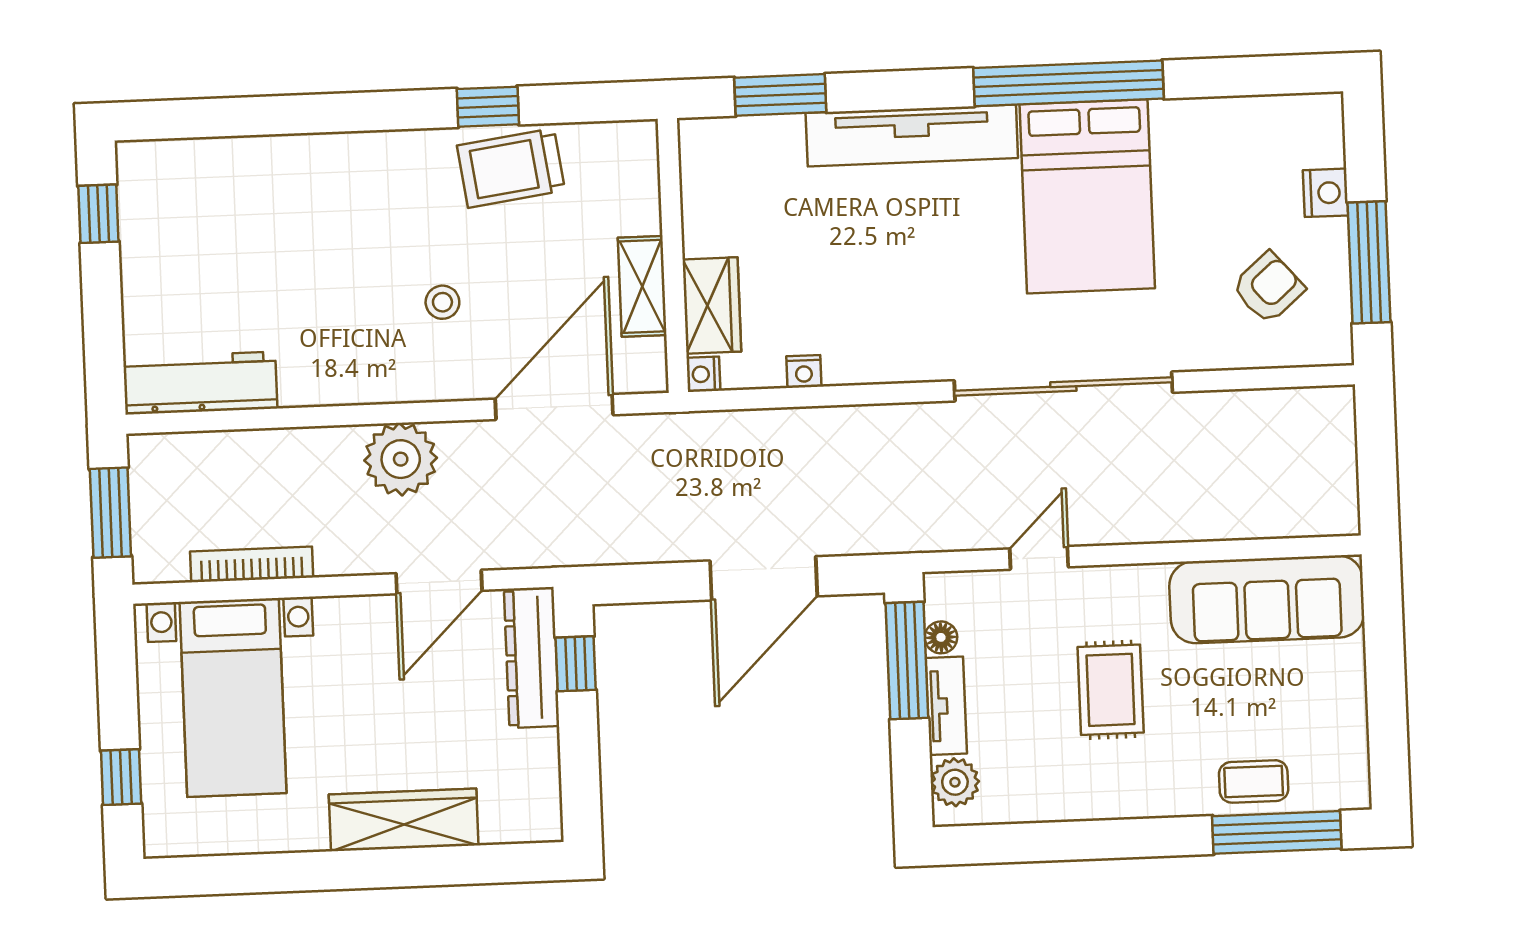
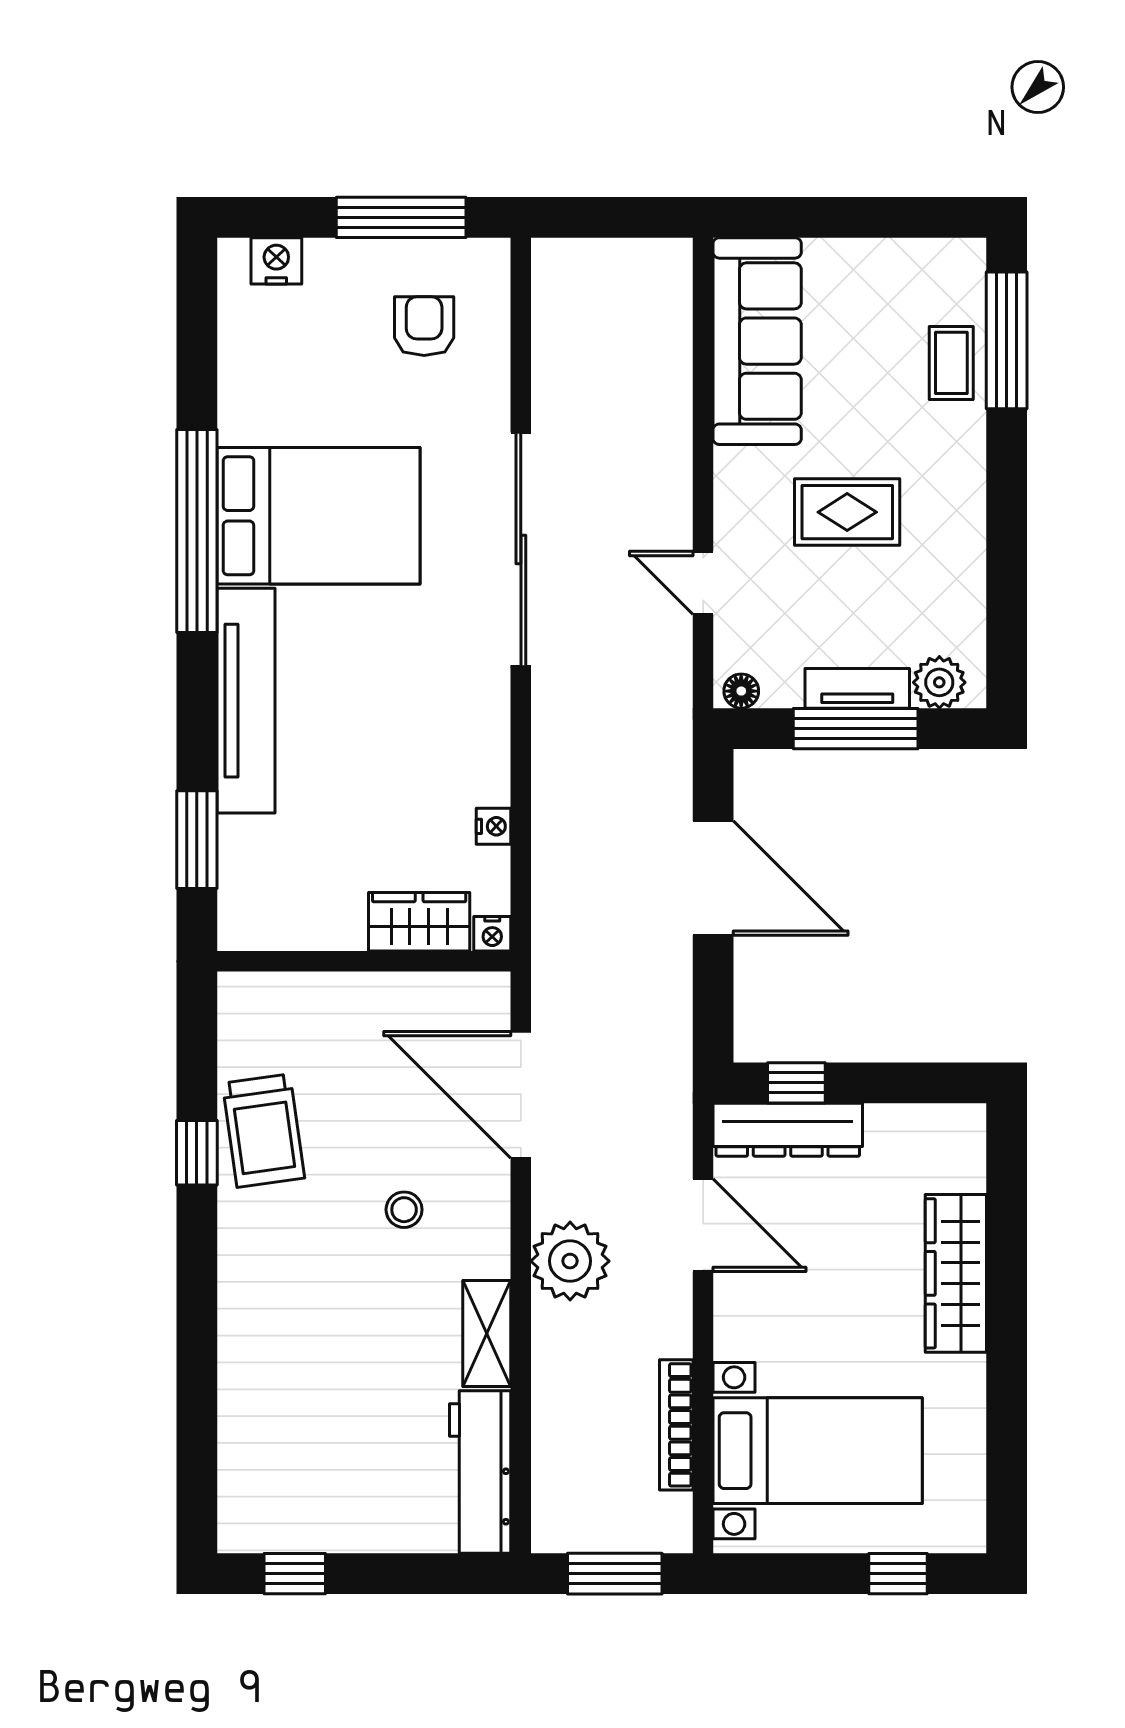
nightstand: (1326, 193) -> (276, 261), moved
shelving: (642, 286) -> (487, 1333), moved, turned 90
armchair: (1268, 288) -> (424, 326), turned 41
floor lamp: (941, 637) -> (741, 691), moved
window: (907, 661) -> (856, 729), moved

